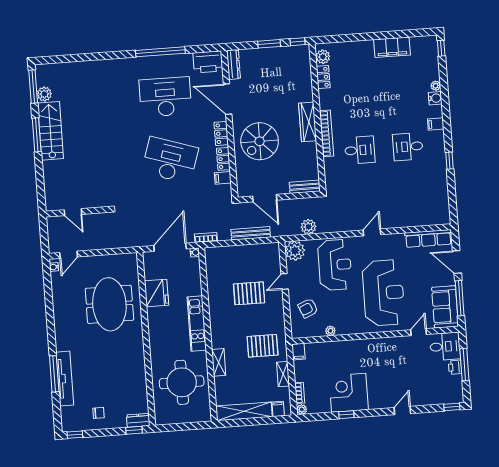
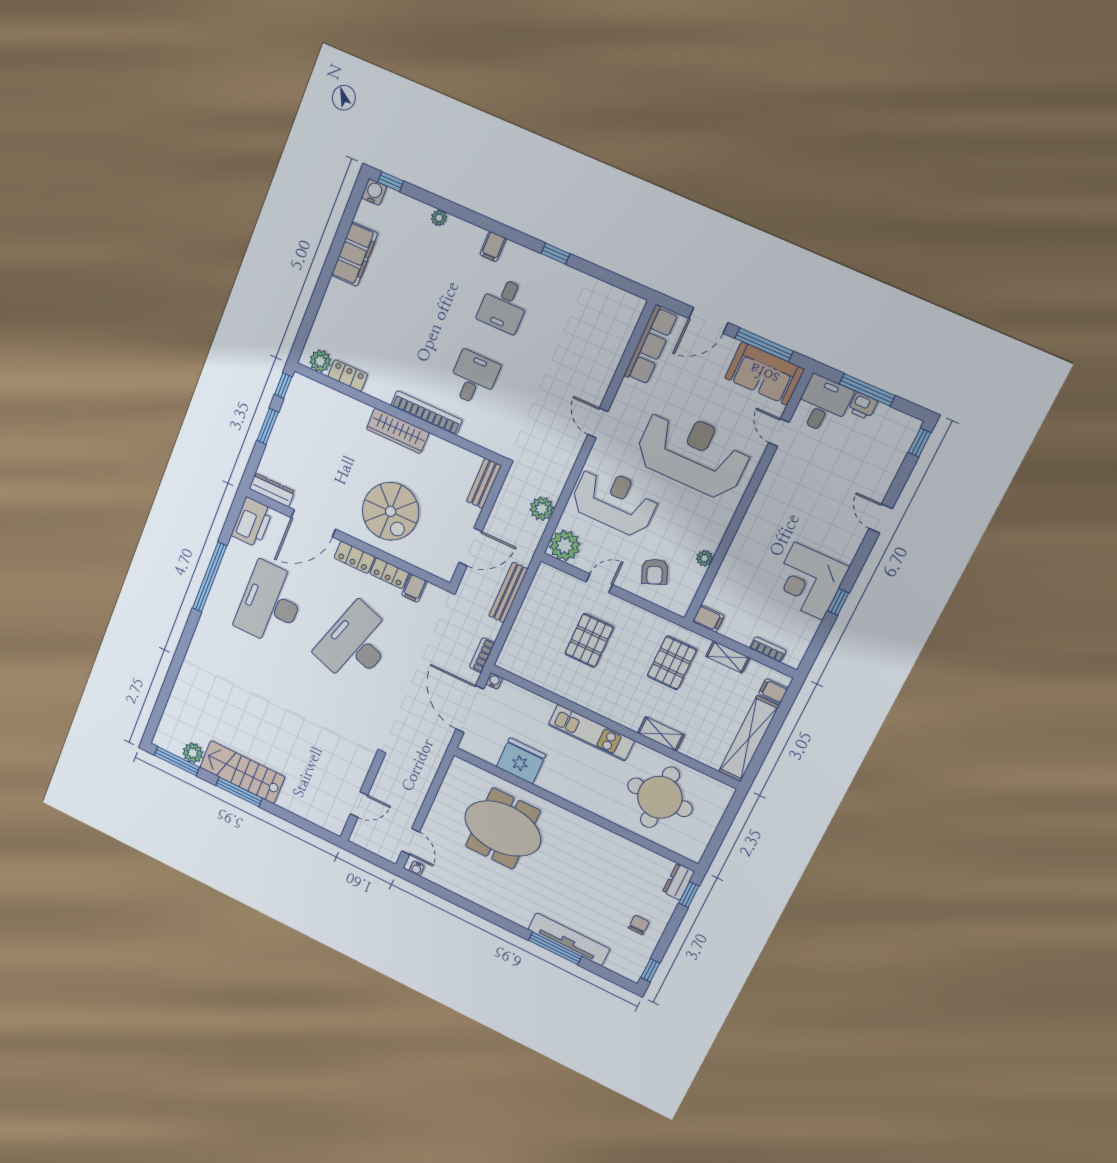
water cooler: (435, 98) -> (374, 192), moved
door: (285, 281) -> (599, 583), swing flipped
plant: (302, 409) -> (793, 659), removed

